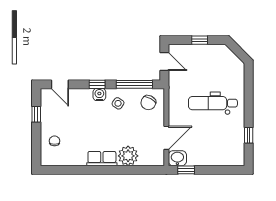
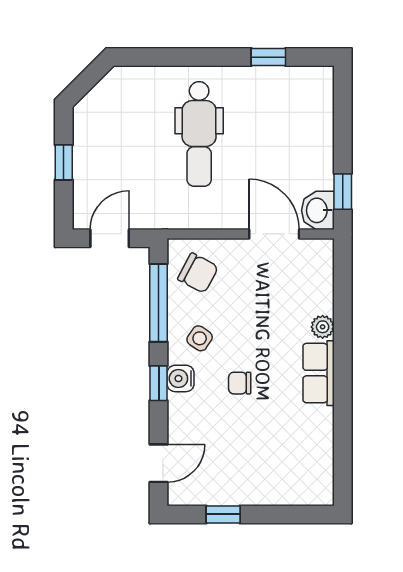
chair: (54, 141) -> (240, 383), moved
plant: (128, 156) -> (323, 327), width x0.53, depth x0.53

